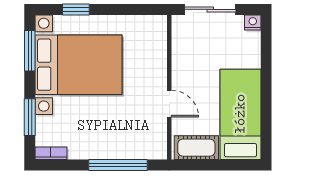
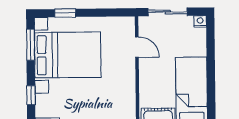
door: (169, 104) -> (137, 47), moved
window: (30, 117) -> (31, 95), width x0.67

